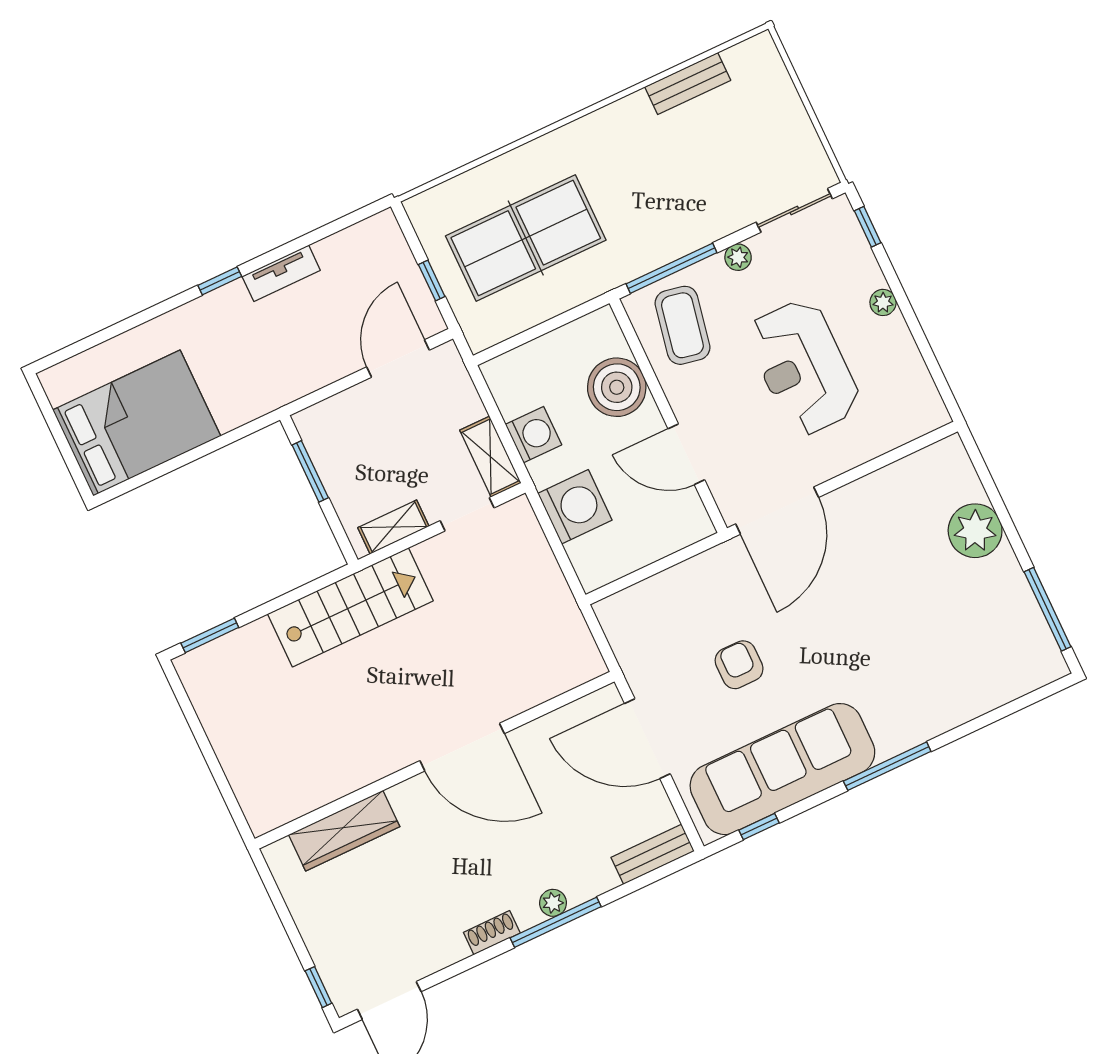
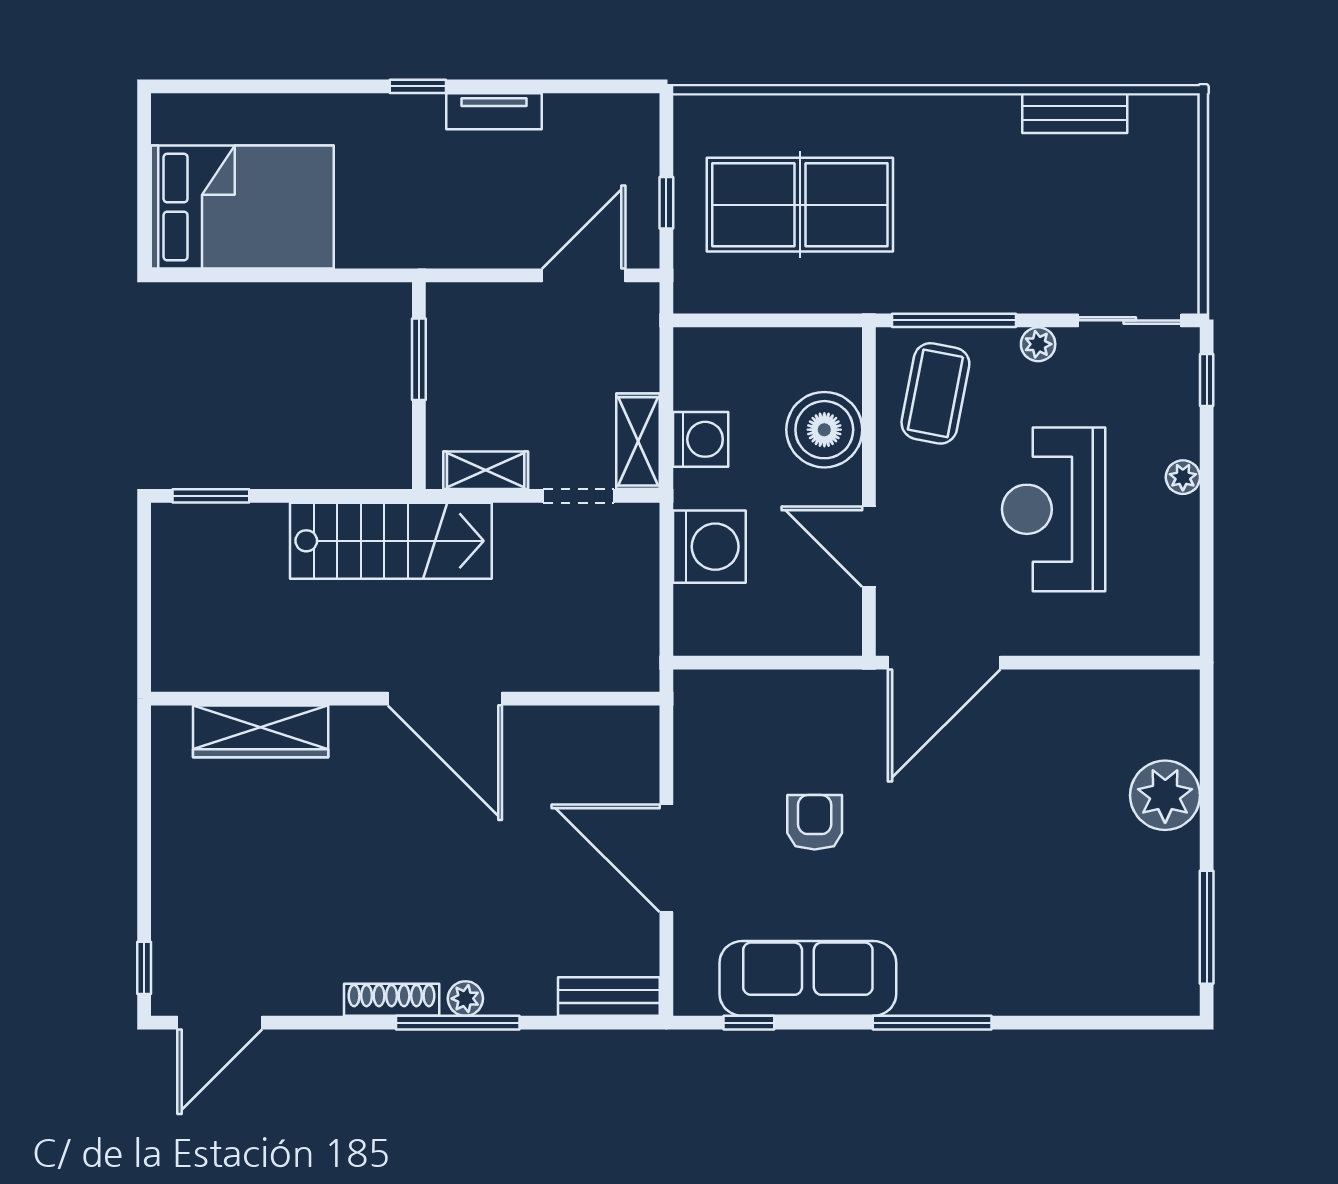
door: (462, 747) -> (445, 699), moved
wall: (435, 760) -> (405, 699), moved
sofa: (782, 769) -> (808, 978), width x0.74, depth x0.79
wardrobe: (344, 831) -> (261, 731), moved
shoe rack: (492, 933) -> (392, 1000), width x1.43

